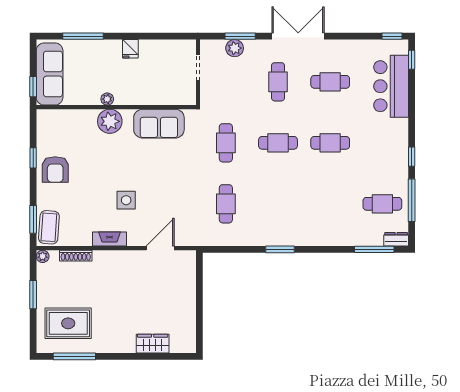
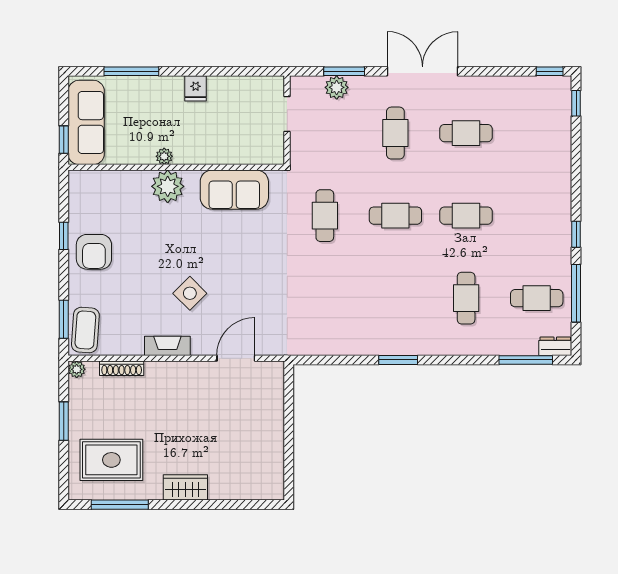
bar counter: (391, 86) -> (548, 139), removed
side table: (126, 200) -> (190, 293), turned 45
cafe table: (226, 204) -> (466, 298), moved
wardrobe: (153, 344) -> (185, 487), moved

